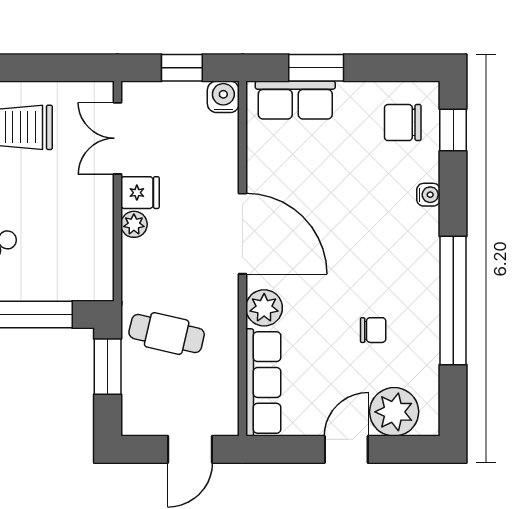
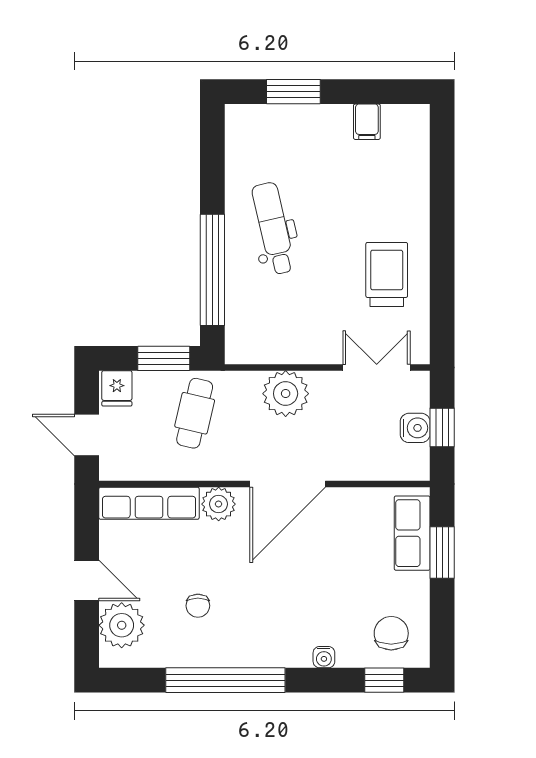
water cooler: (223, 97) -> (415, 428), moved
fridge: (140, 193) -> (117, 388), moved
plant: (134, 224) -> (286, 394), width x1.88, depth x1.88

